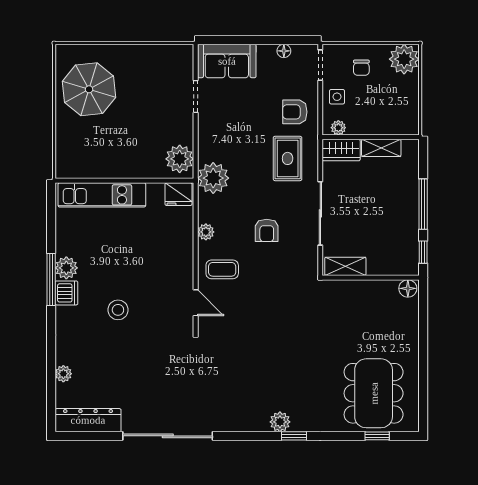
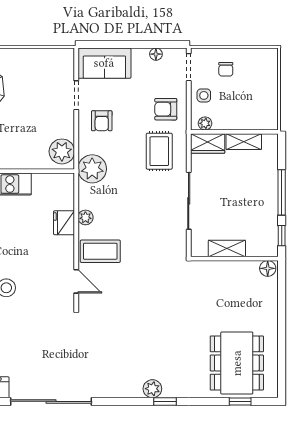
plant: (404, 59) -> (264, 62), removed
fridge: (178, 194) -> (64, 223), moved, turned 90
armchair: (267, 230) -> (102, 121), moved
shelving: (345, 266) -> (227, 249), moved
coffee table: (222, 269) -> (100, 251), width x1.36, depth x1.30

